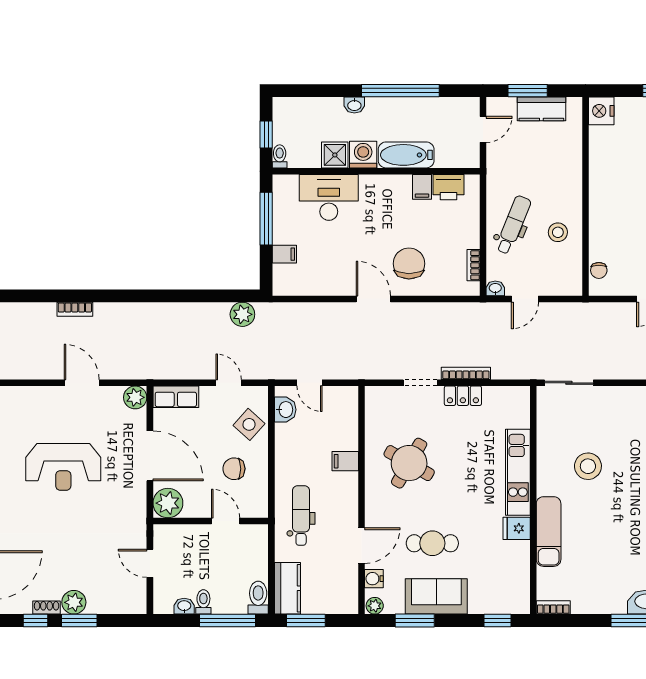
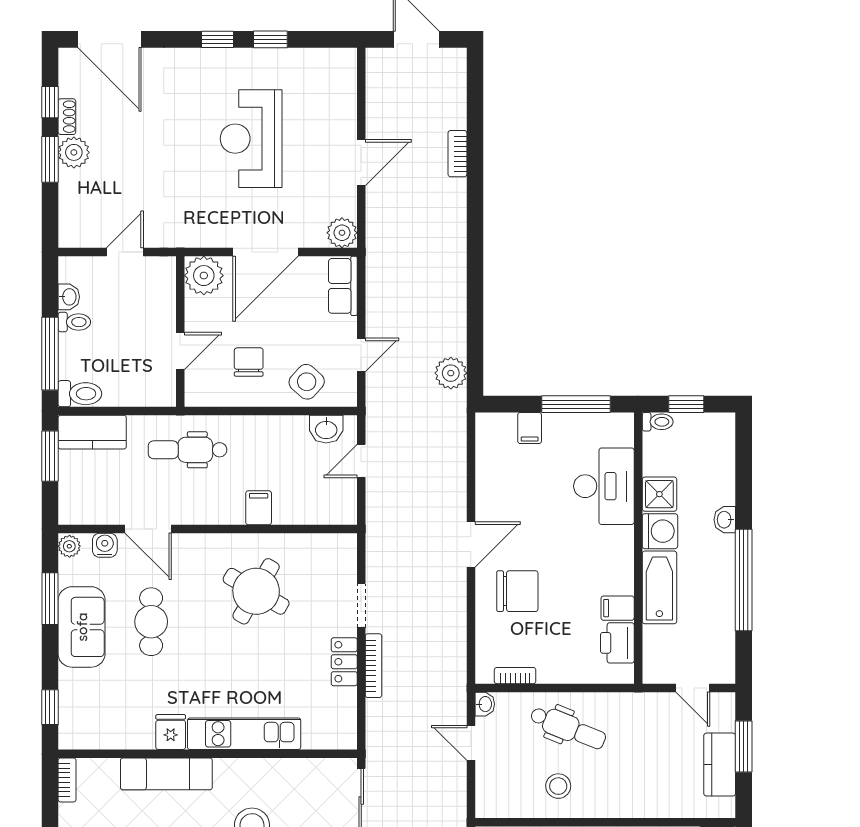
dental chair: (301, 515) -> (187, 450), turned 180

